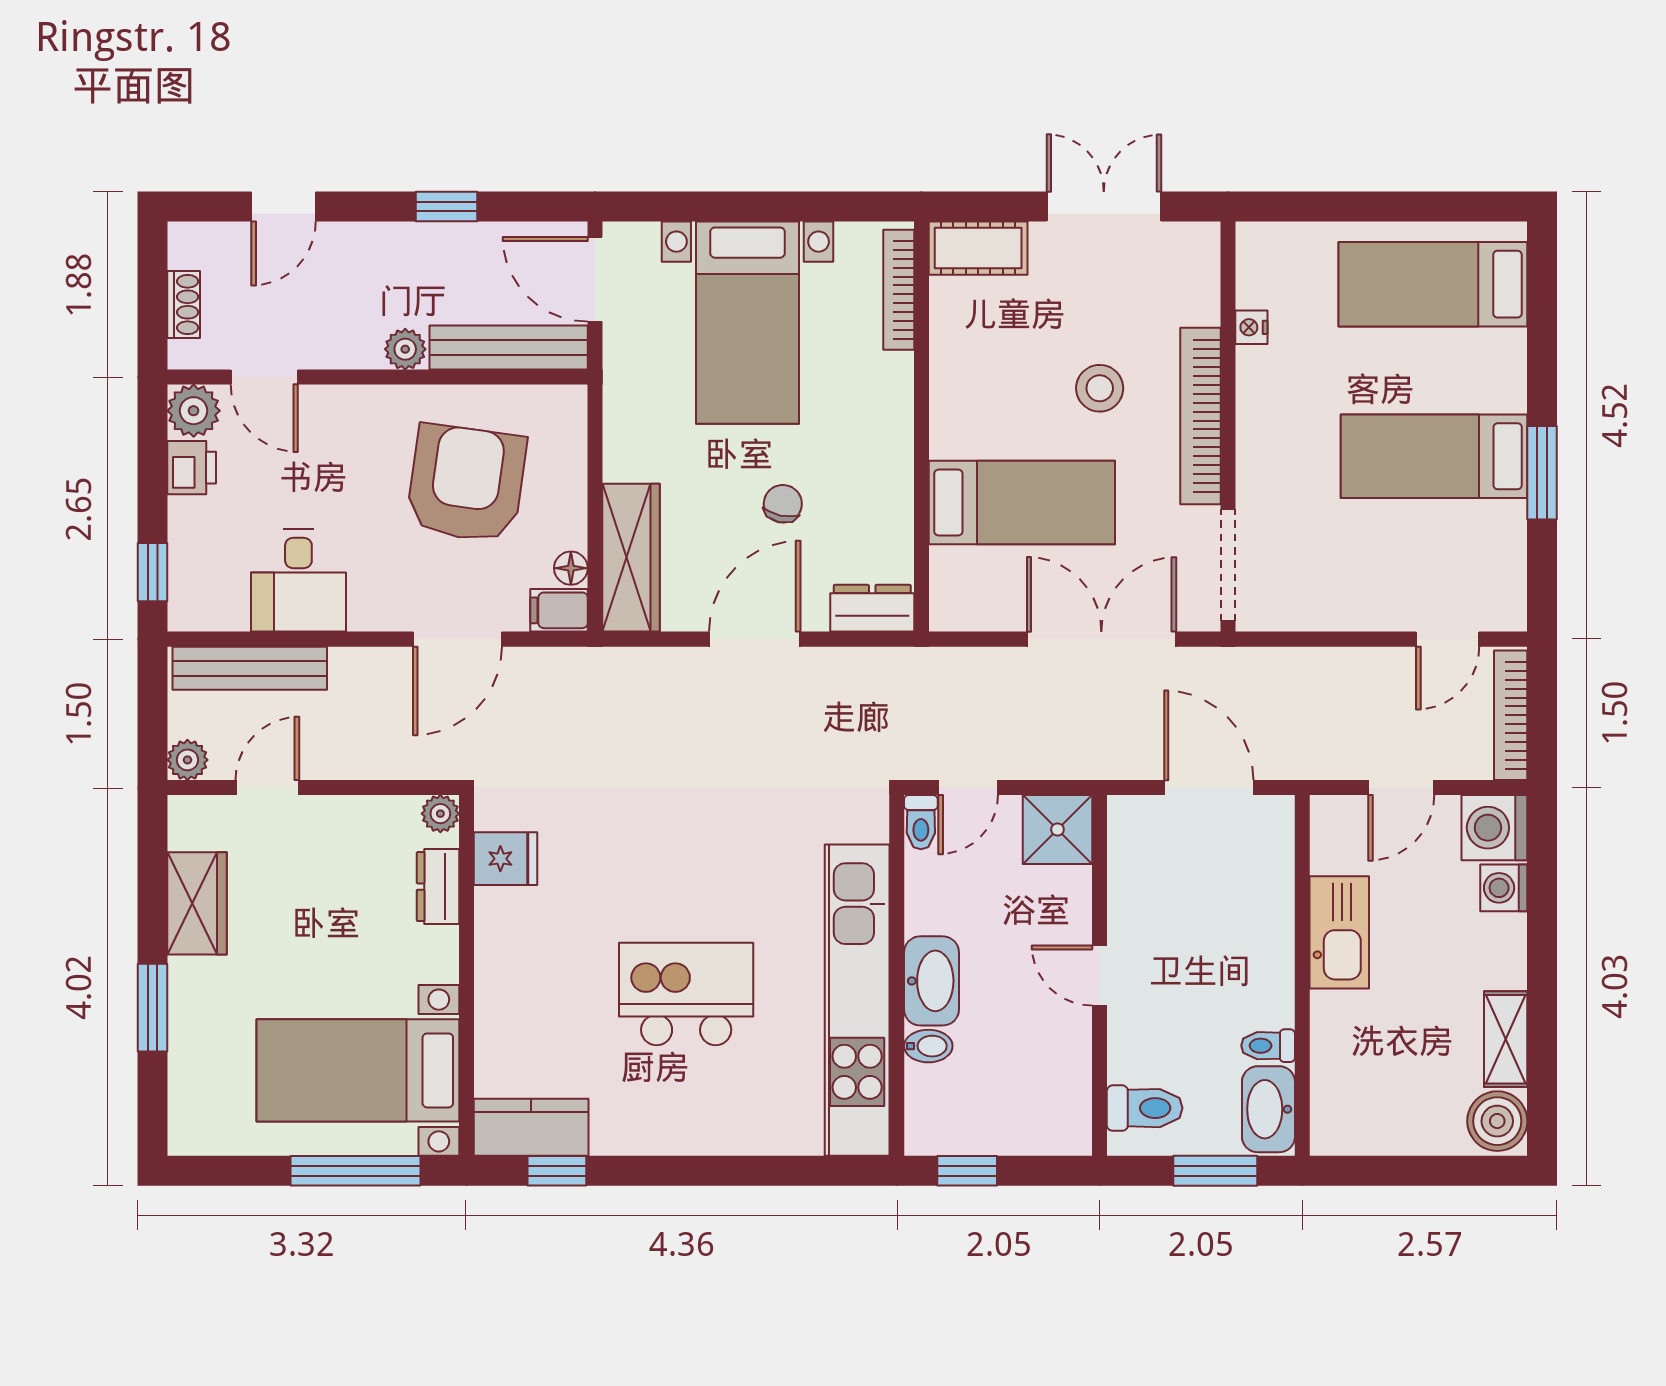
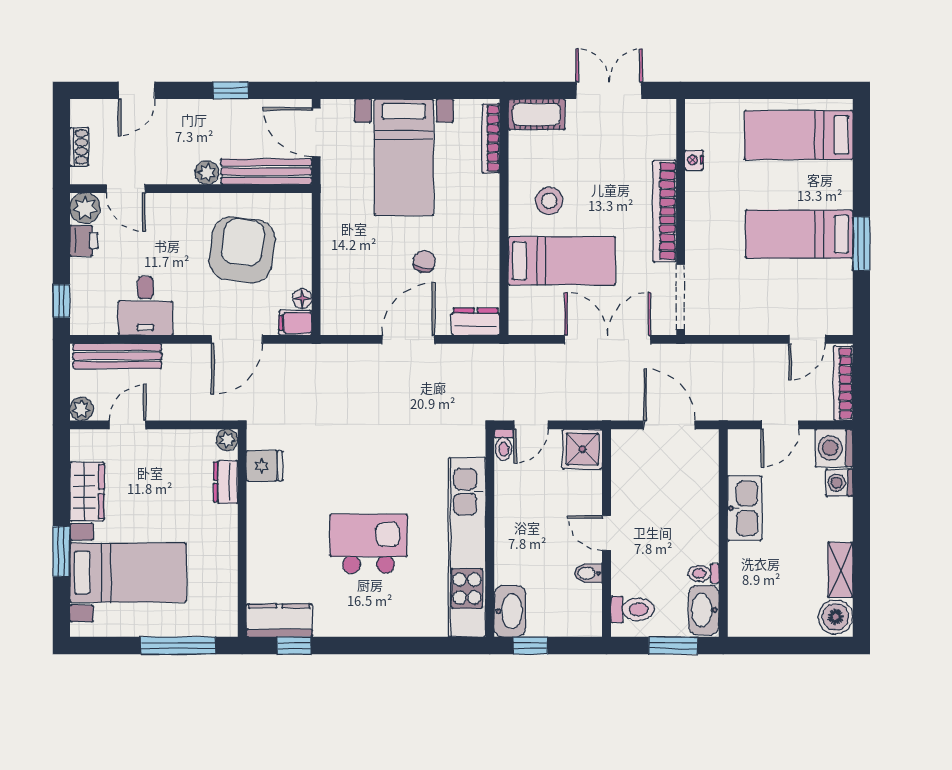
stool: (1100, 388) -> (549, 201), moved
wardrobe: (631, 558) -> (337, 293), removed
washbasin: (931, 981) -> (510, 611), moved
bidet: (928, 1046) -> (588, 573), moved, turned 180
bed with nightstands: (358, 1070) -> (128, 573), moved, turned 180

